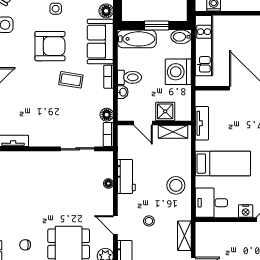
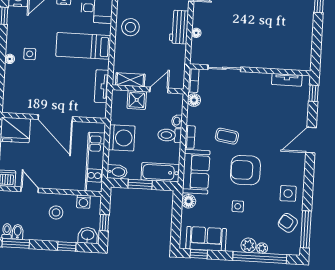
door: (143, 123) -> (159, 90), hinge flipped
workbench: (126, 177) -> (179, 27), moved

